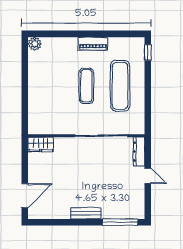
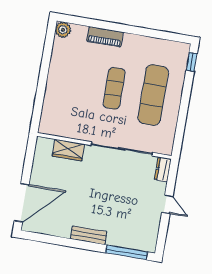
piano: (93, 44) -> (105, 37), moved
wardrobe: (41, 144) -> (68, 150), moved
dresser: (139, 152) -> (163, 169), width x0.70
door: (25, 196) -> (22, 203), width x1.36

